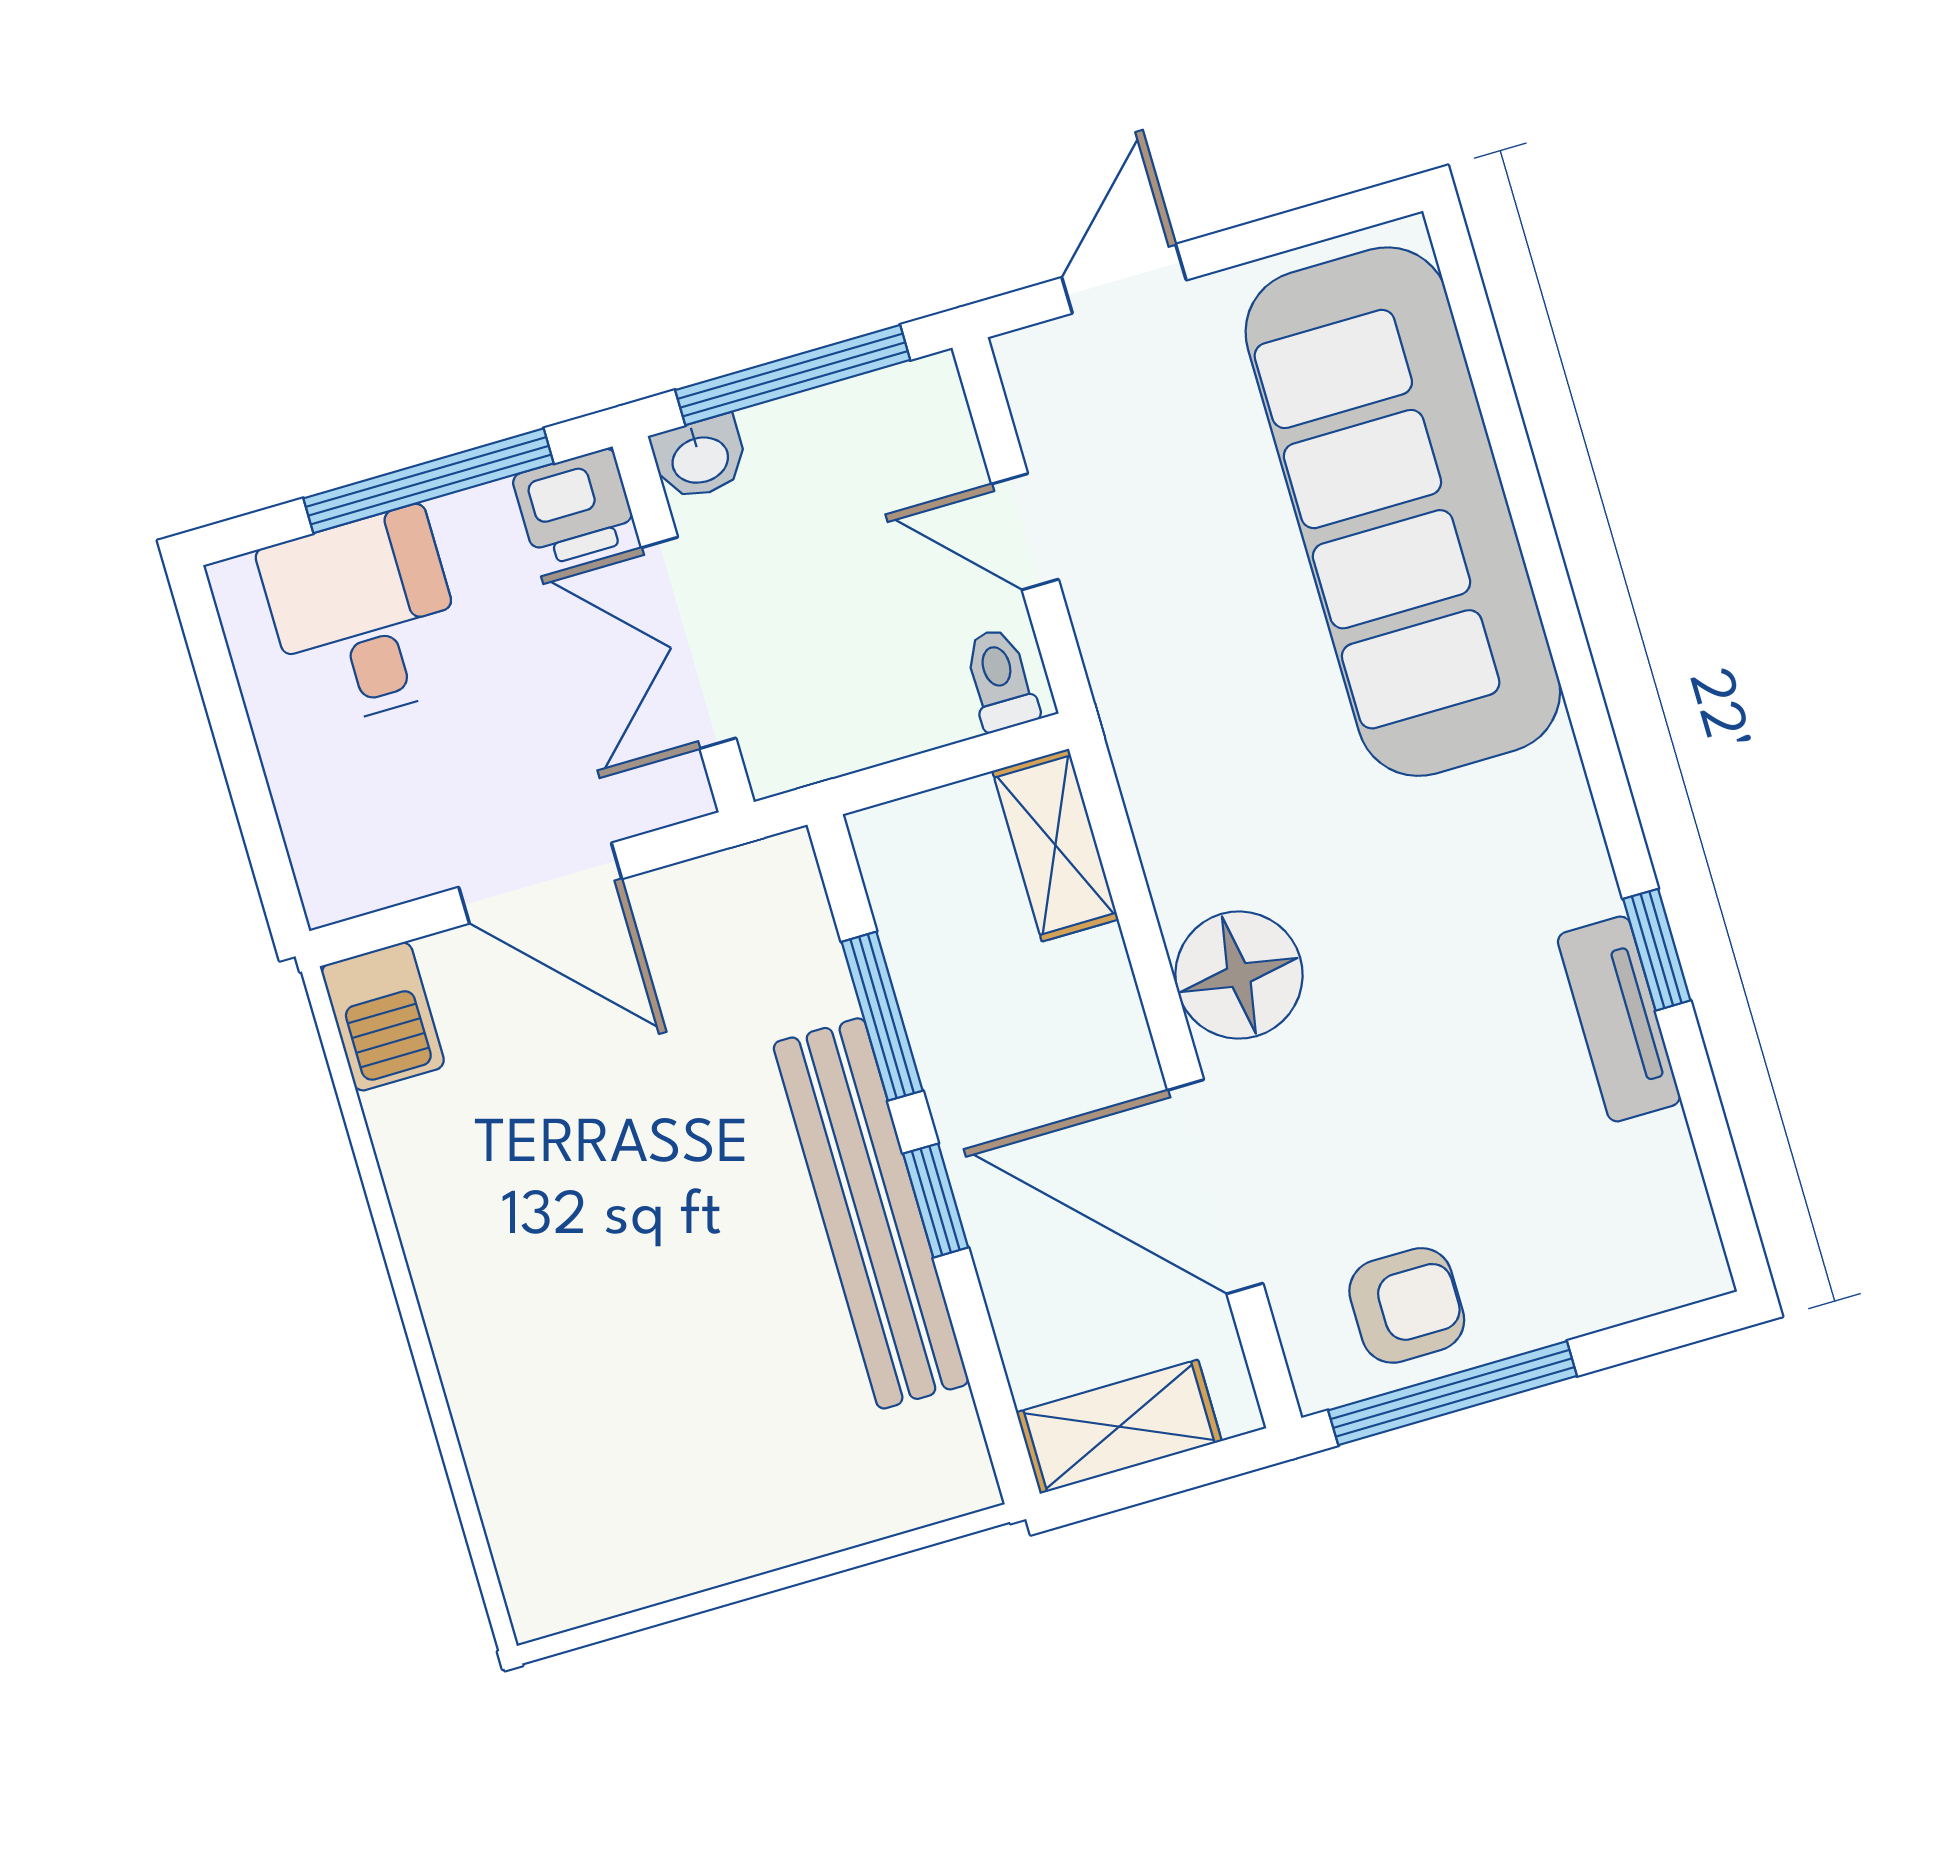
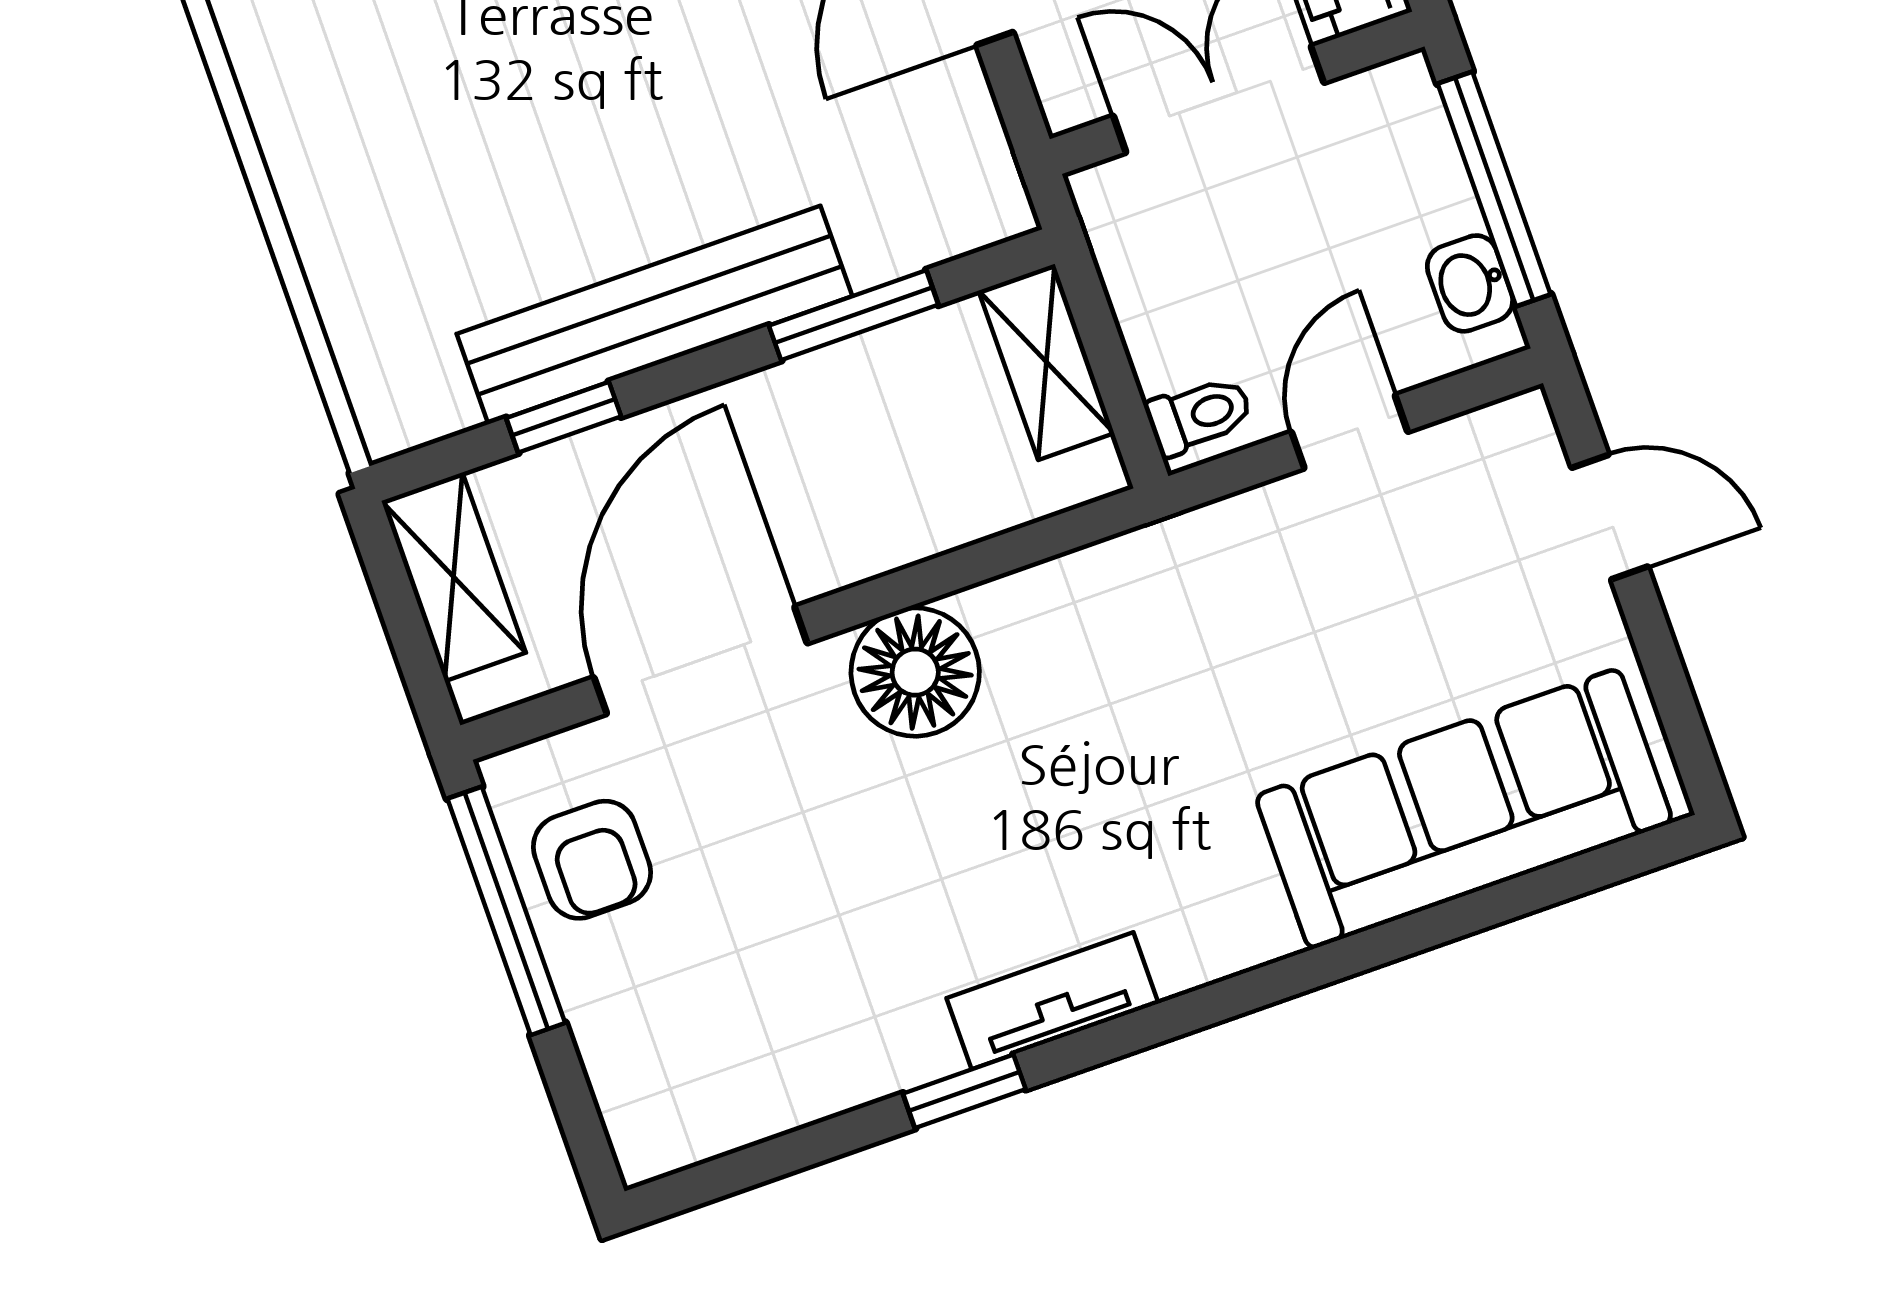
washbasin: (700, 458) -> (1470, 283), moved
sofa: (1403, 512) -> (1464, 809), width x0.74, depth x0.79
shelving: (1055, 845) -> (1046, 362), moved, turned 90
tv unit: (1619, 1019) -> (1053, 1001), moved
window: (936, 1201) -> (564, 417), moved

